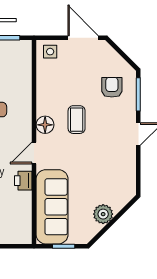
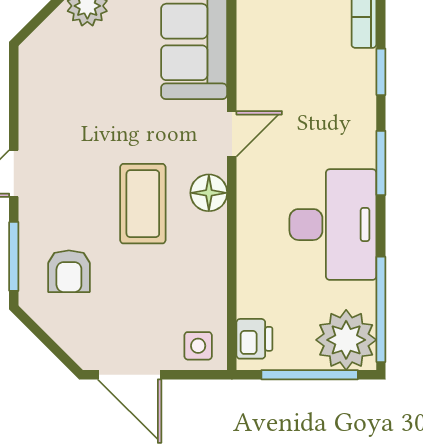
coffee table: (77, 120) -> (143, 204), width x1.36, depth x1.30
printer: (23, 181) -> (254, 339), moved

